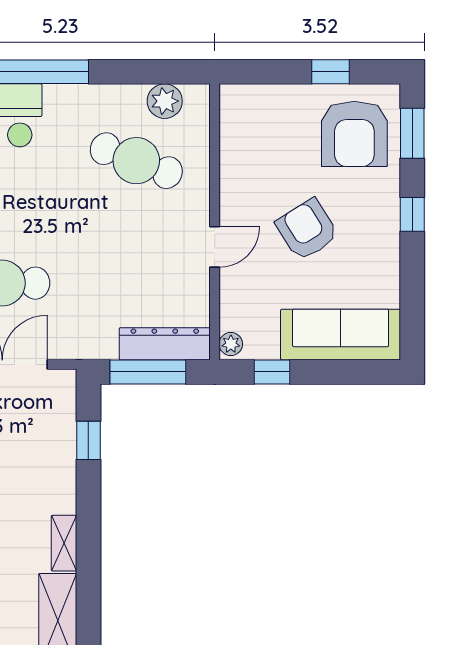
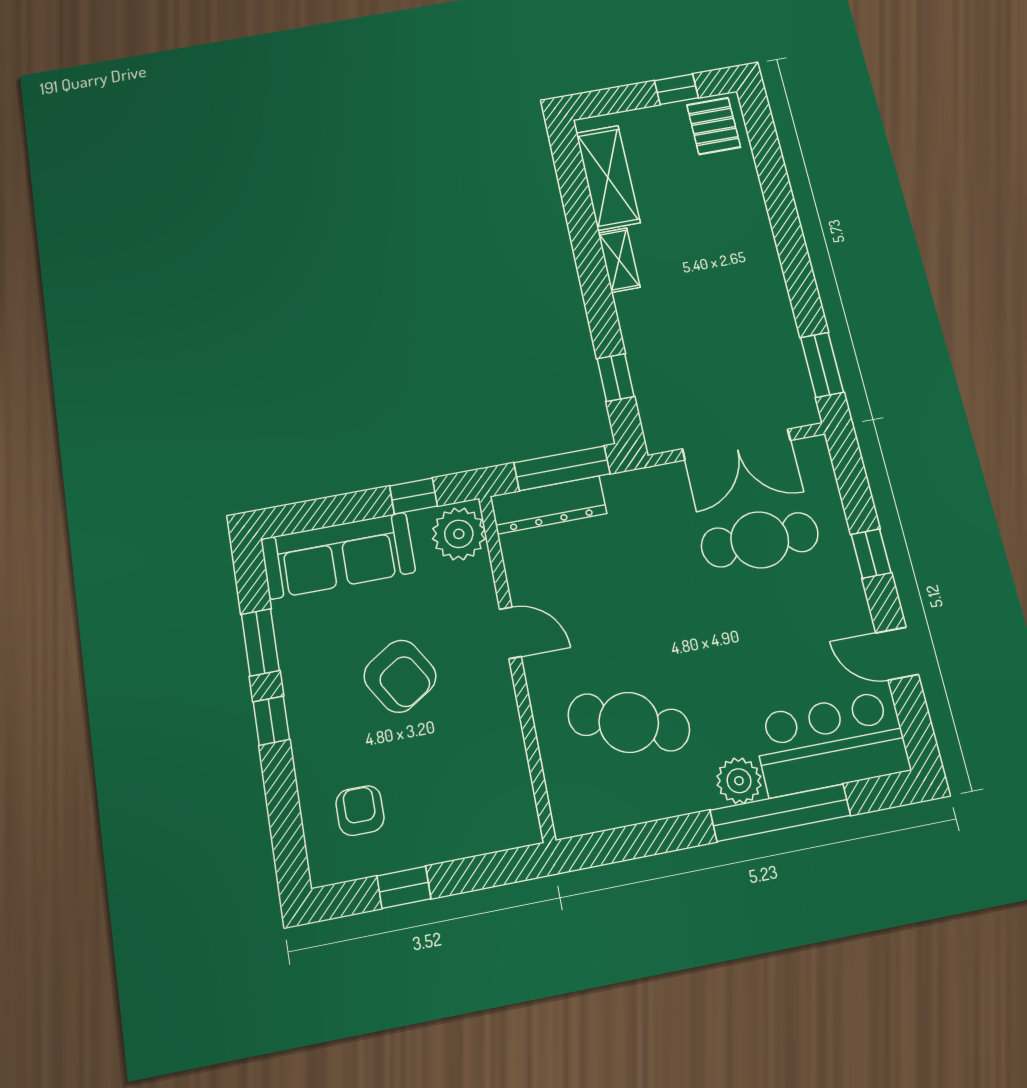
plant: (165, 101) -> (739, 781), moved
window: (412, 133) -> (260, 642), moved
armchair: (354, 134) -> (360, 811), width x0.53, depth x0.53
door: (215, 247) -> (510, 633), swing flipped
plant: (231, 344) -> (459, 534), width x1.88, depth x1.88

